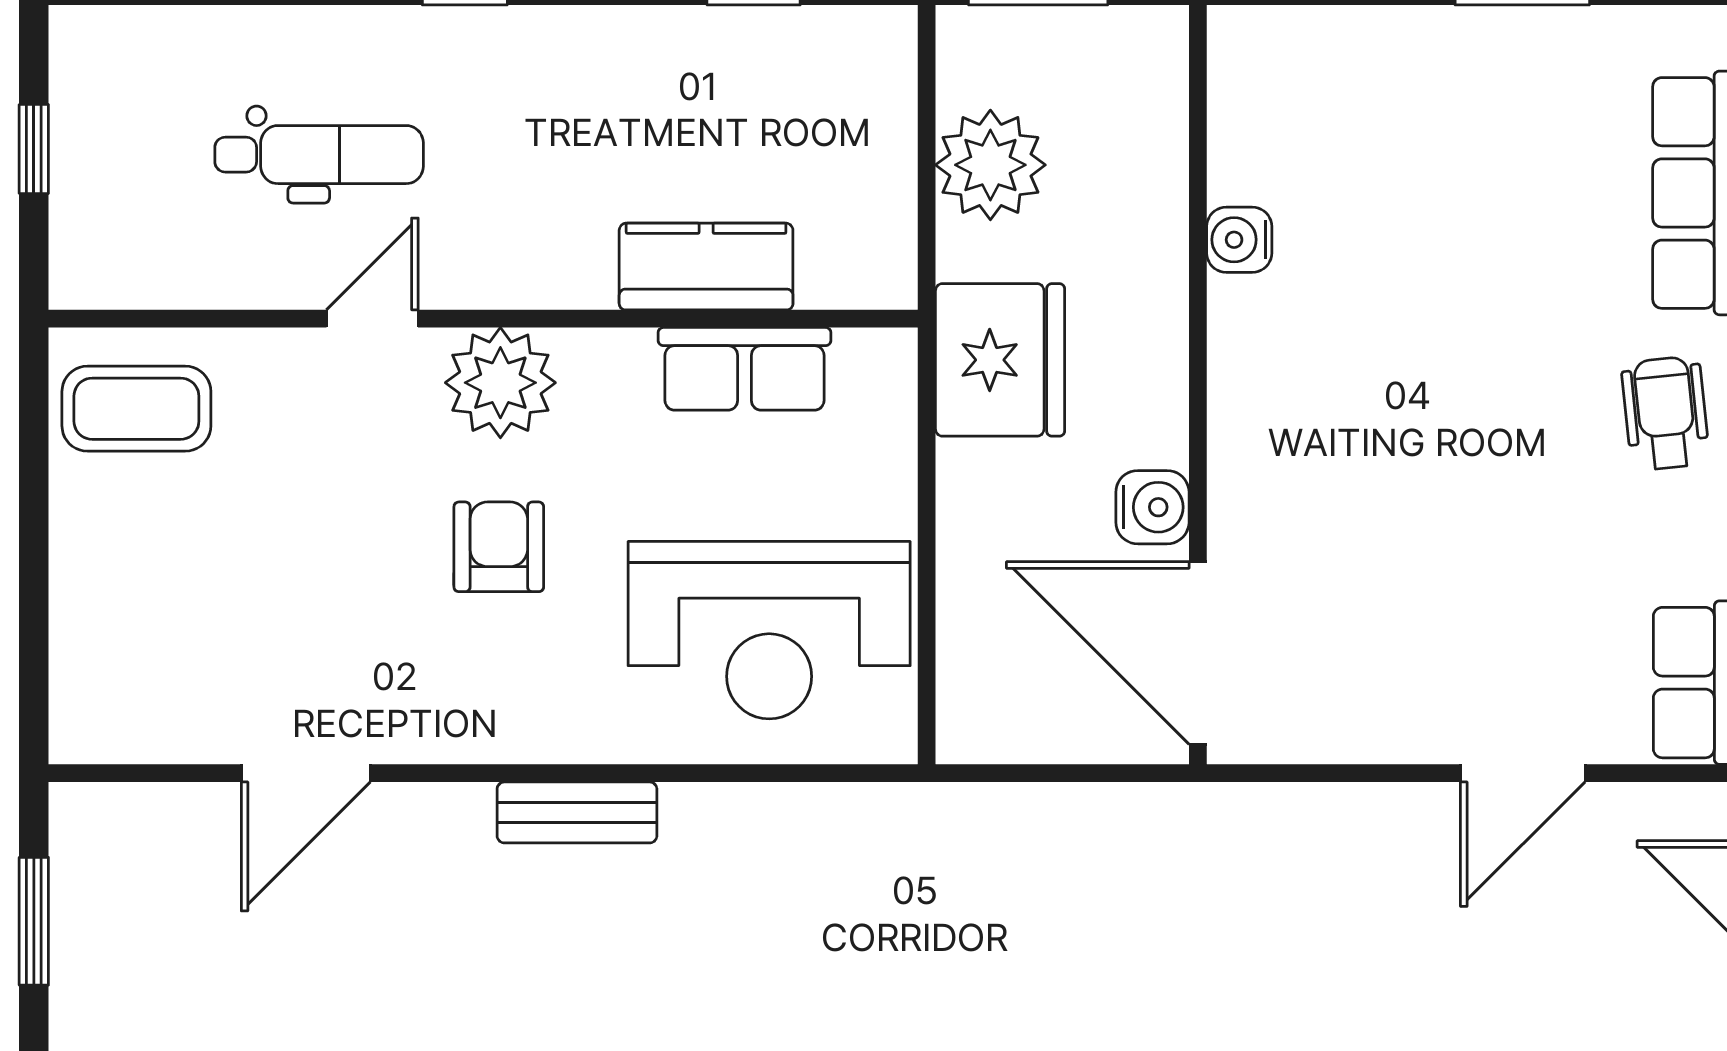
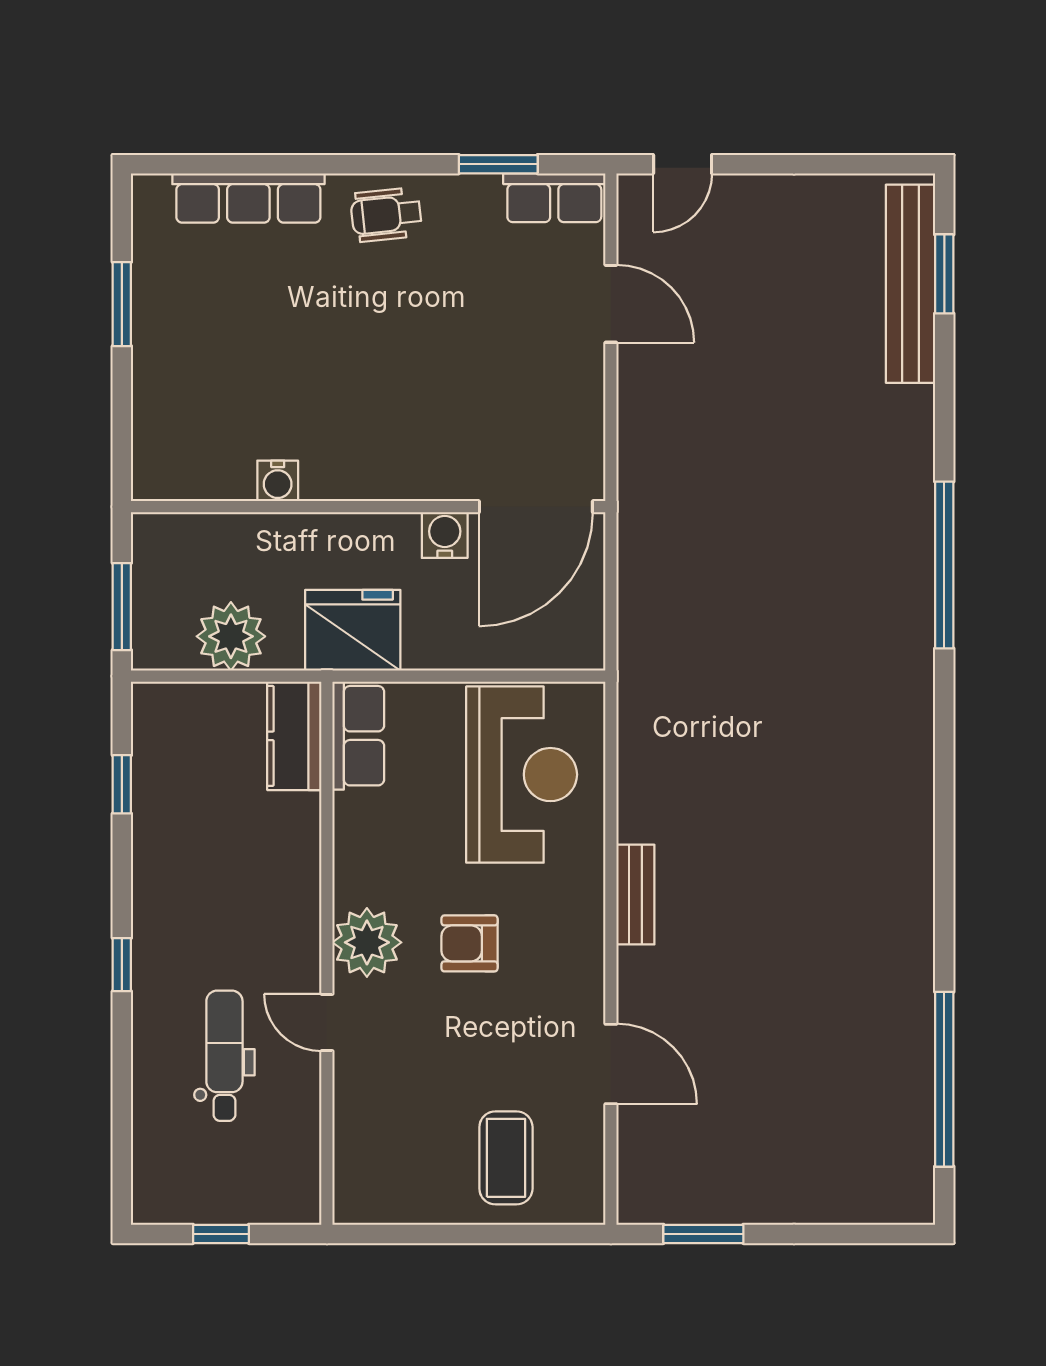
kitchen counter: (706, 266) -> (294, 736), moved
row of seats: (745, 369) -> (358, 736), moved
coffee table: (136, 409) -> (506, 1158), moved

